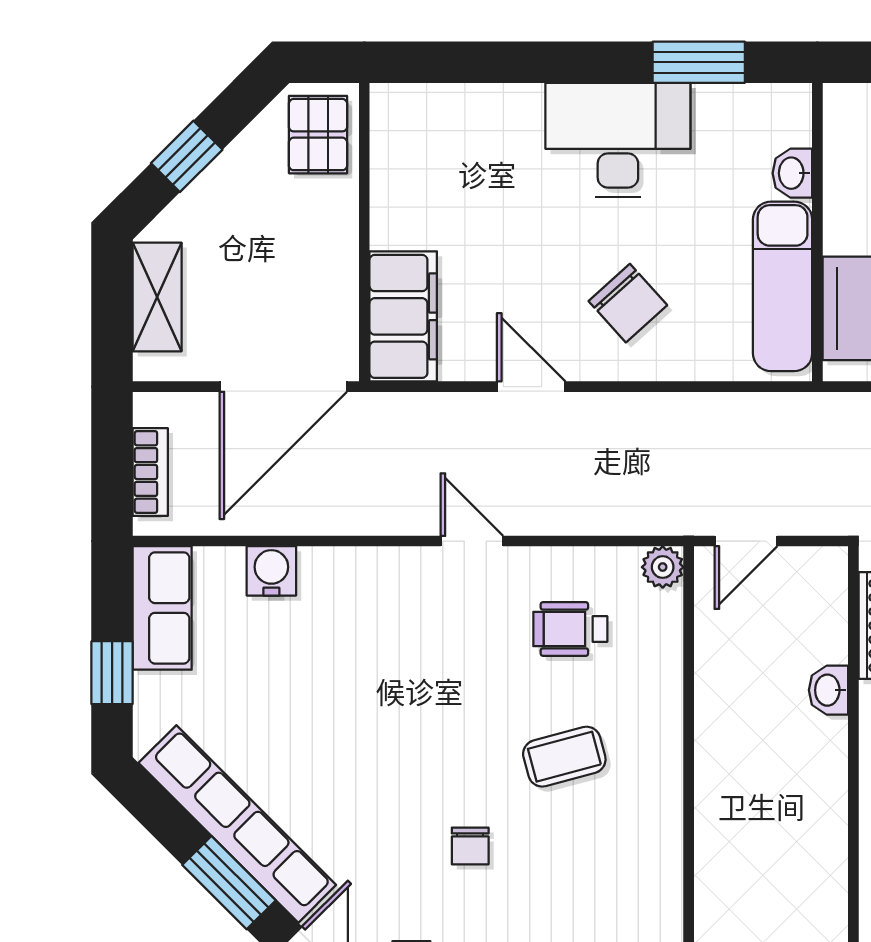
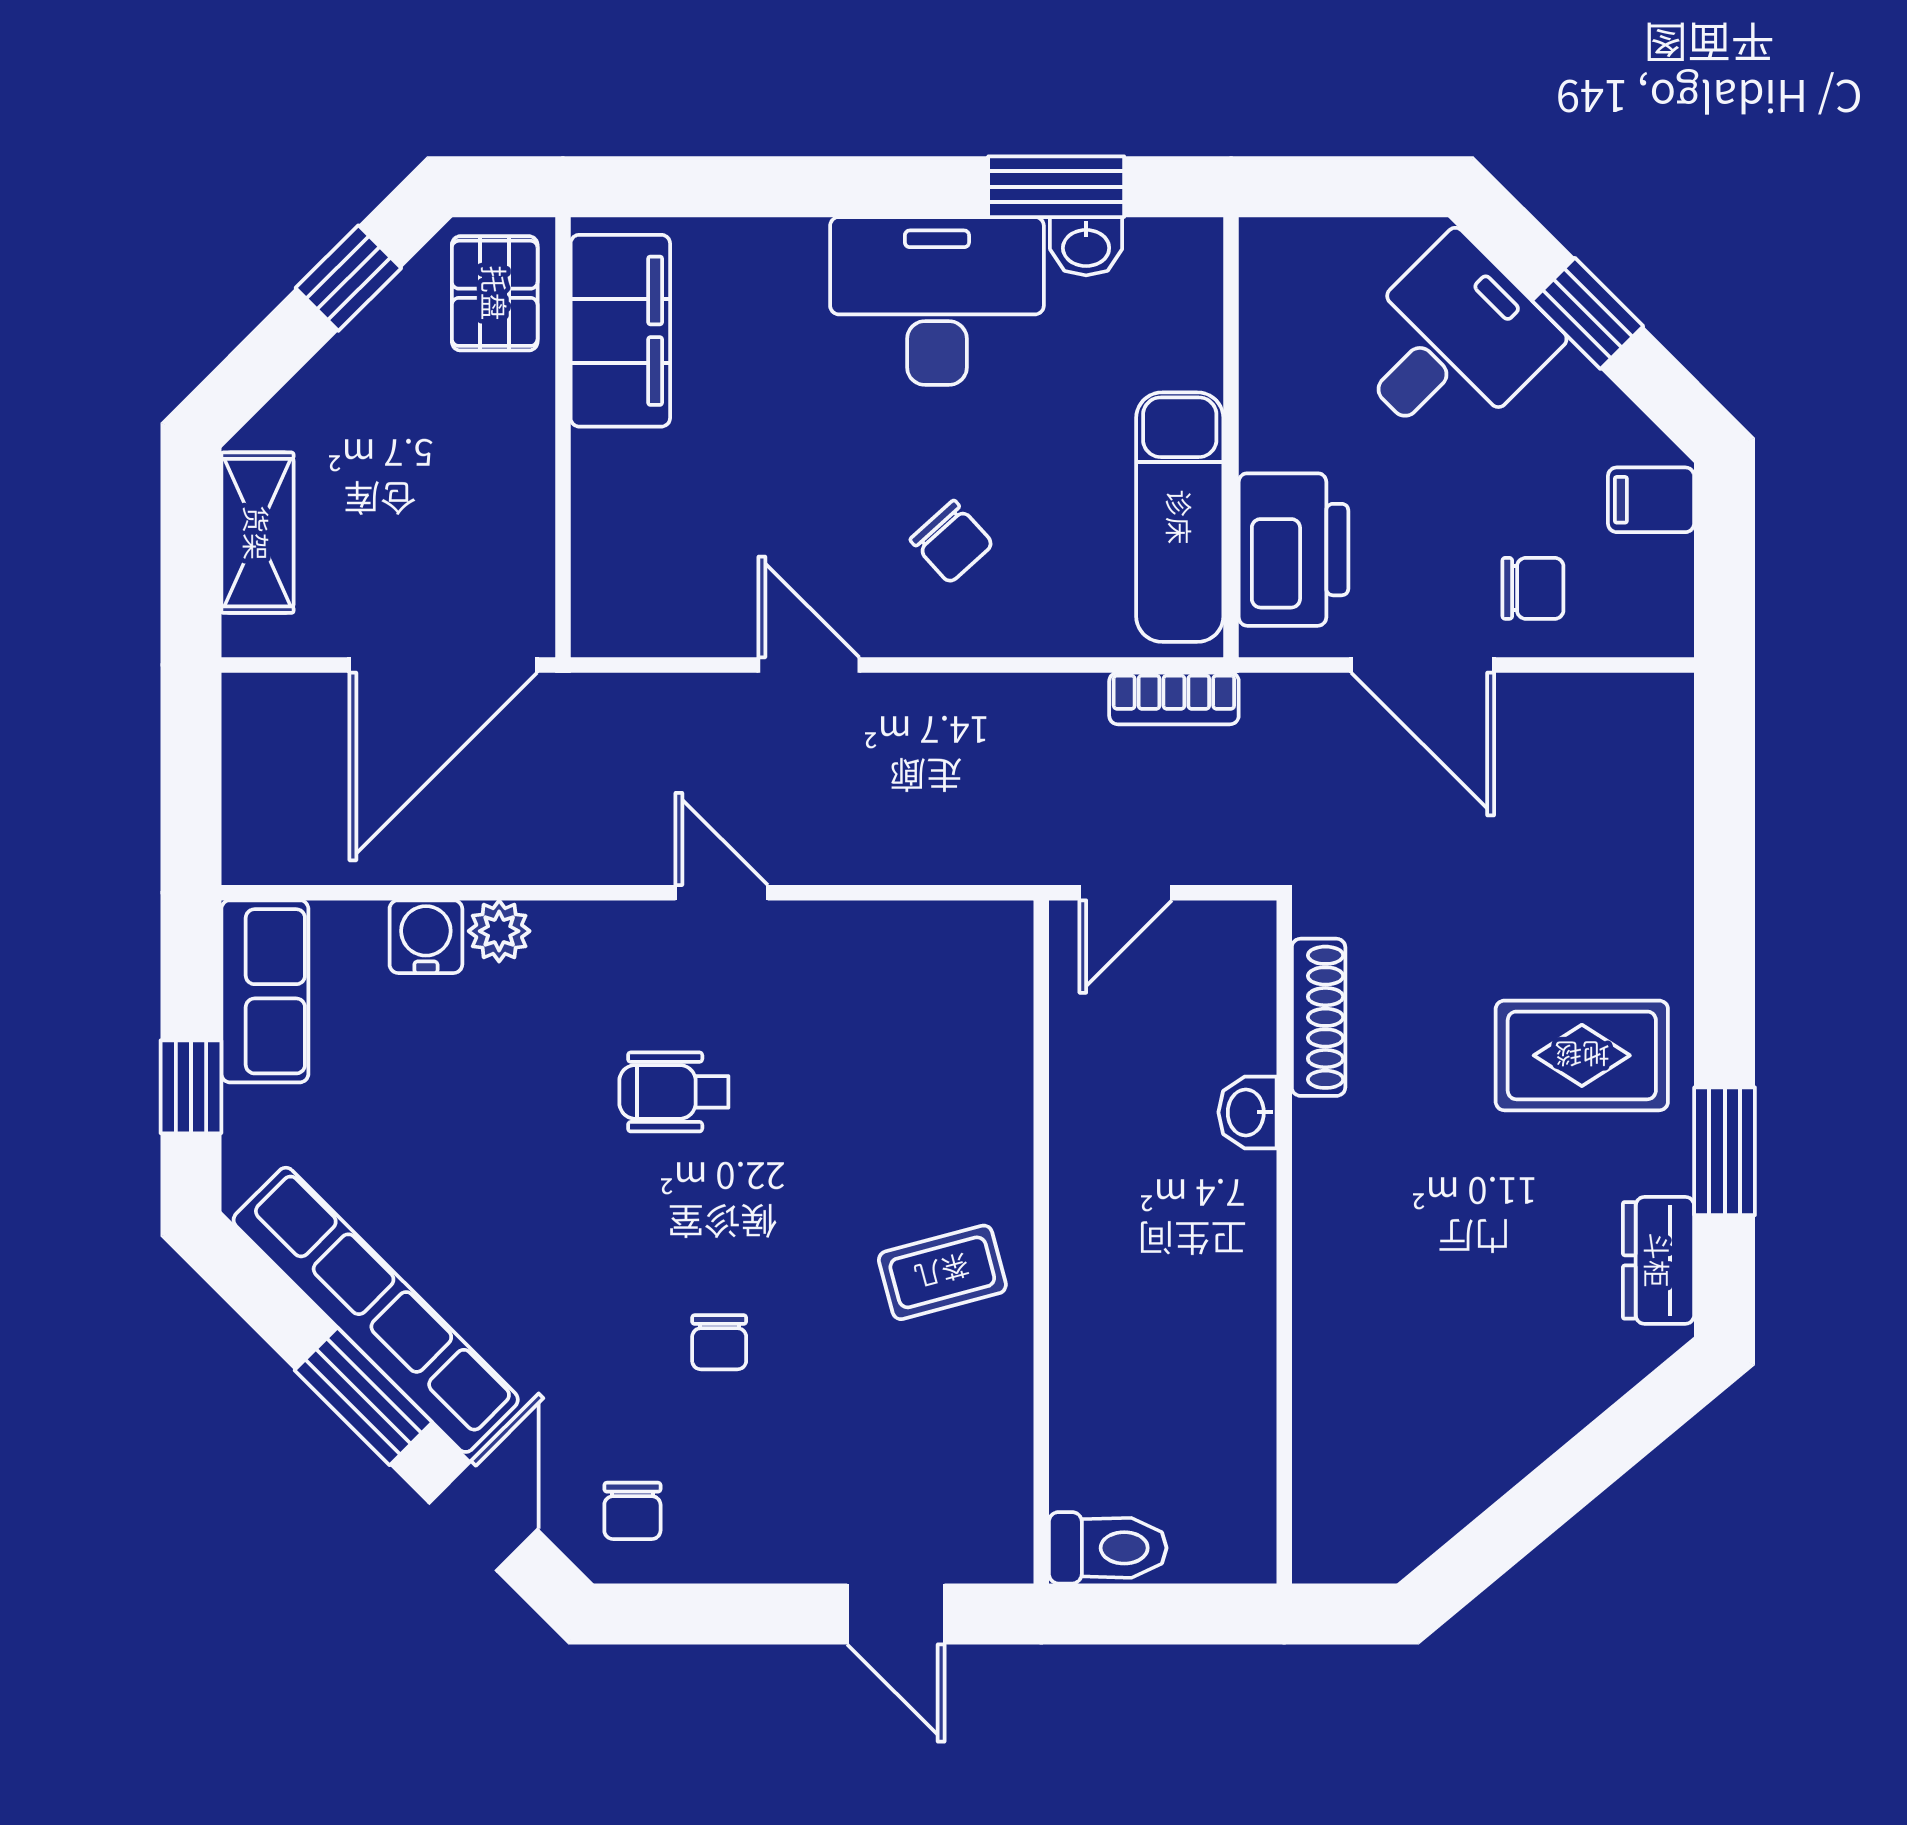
window: (187, 156) -> (348, 278), moved
washbasin: (792, 173) -> (1086, 246), moved, turned -90
chair: (628, 303) -> (952, 542), width x0.73, depth x0.73
filing cabinet: (403, 316) -> (620, 331), moved
bookcase: (150, 472) -> (1174, 698), moved, turned 90
plant: (663, 567) -> (499, 931), moved
wheelchair: (570, 629) -> (674, 1092), moved
coffee table: (564, 757) -> (942, 1272), moved

